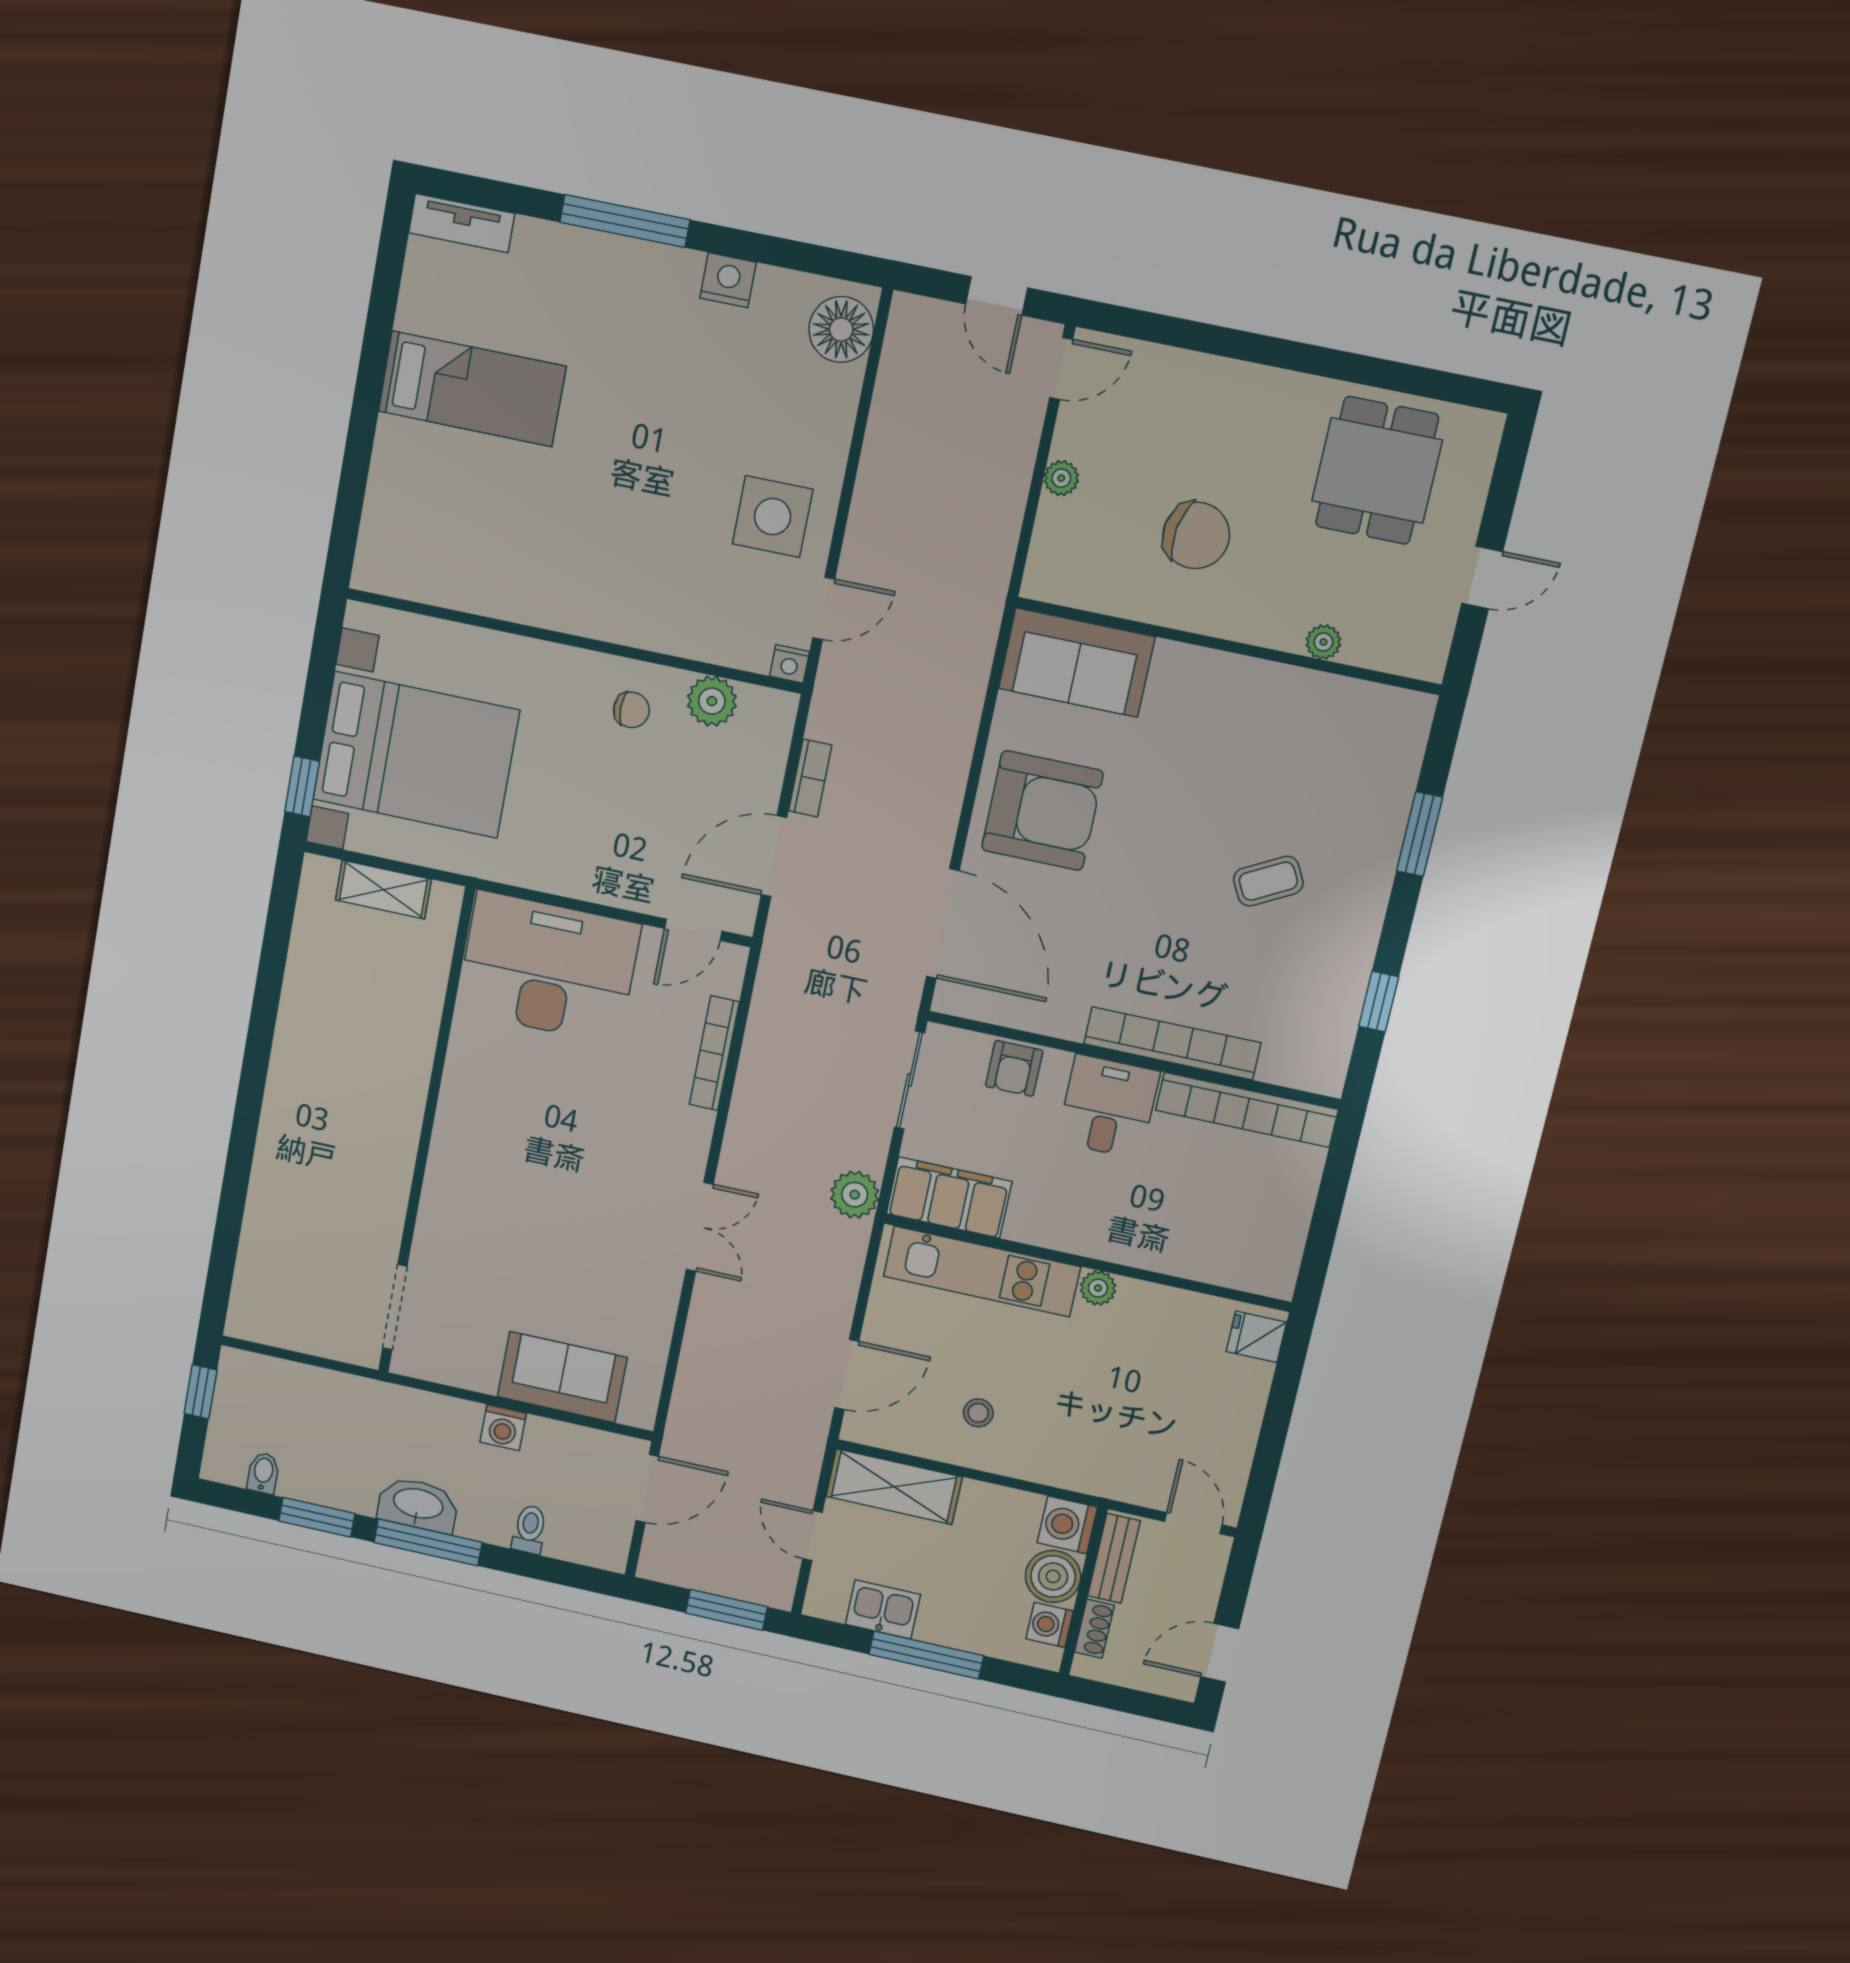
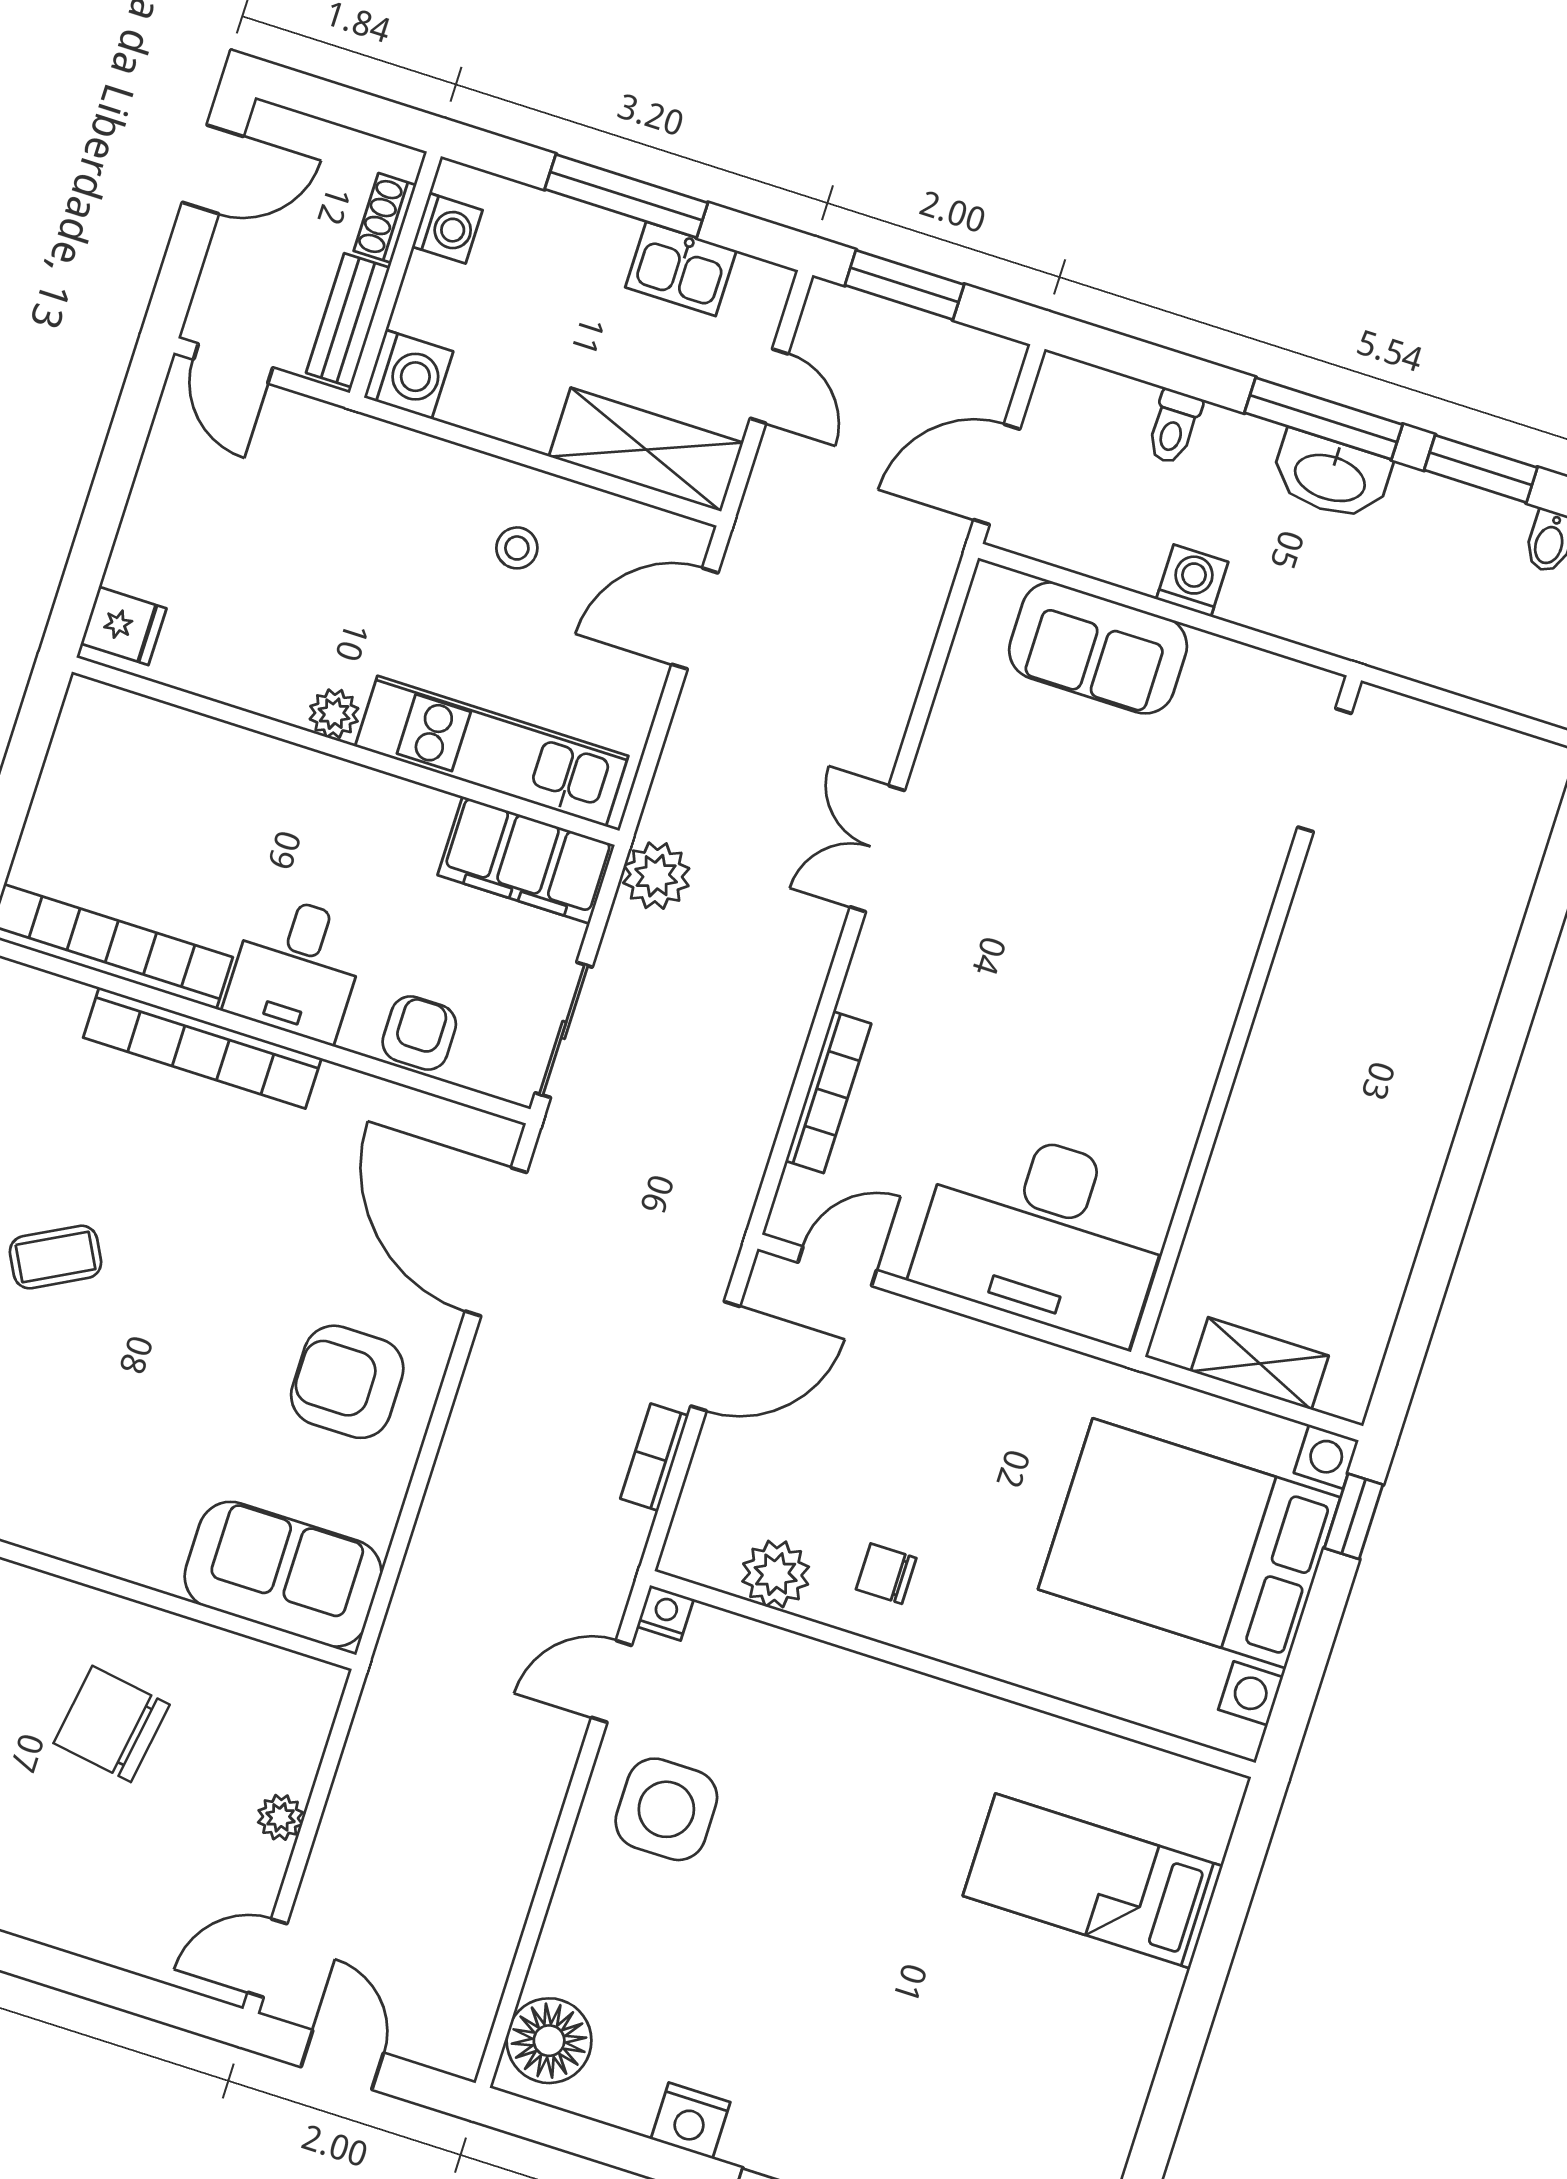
bed: (472, 389) -> (1093, 1881), moved
armchair: (1042, 811) -> (347, 1382), width x0.73, depth x0.73
boiler: (1053, 1576) -> (436, 300), removed

